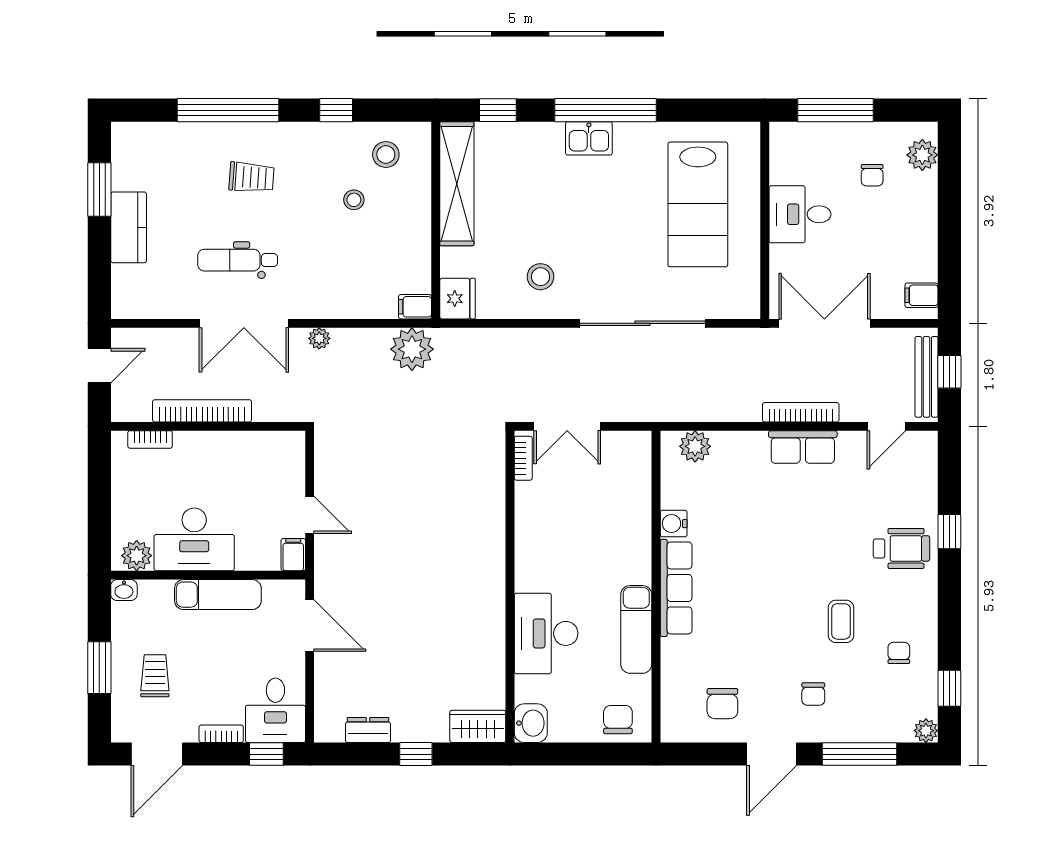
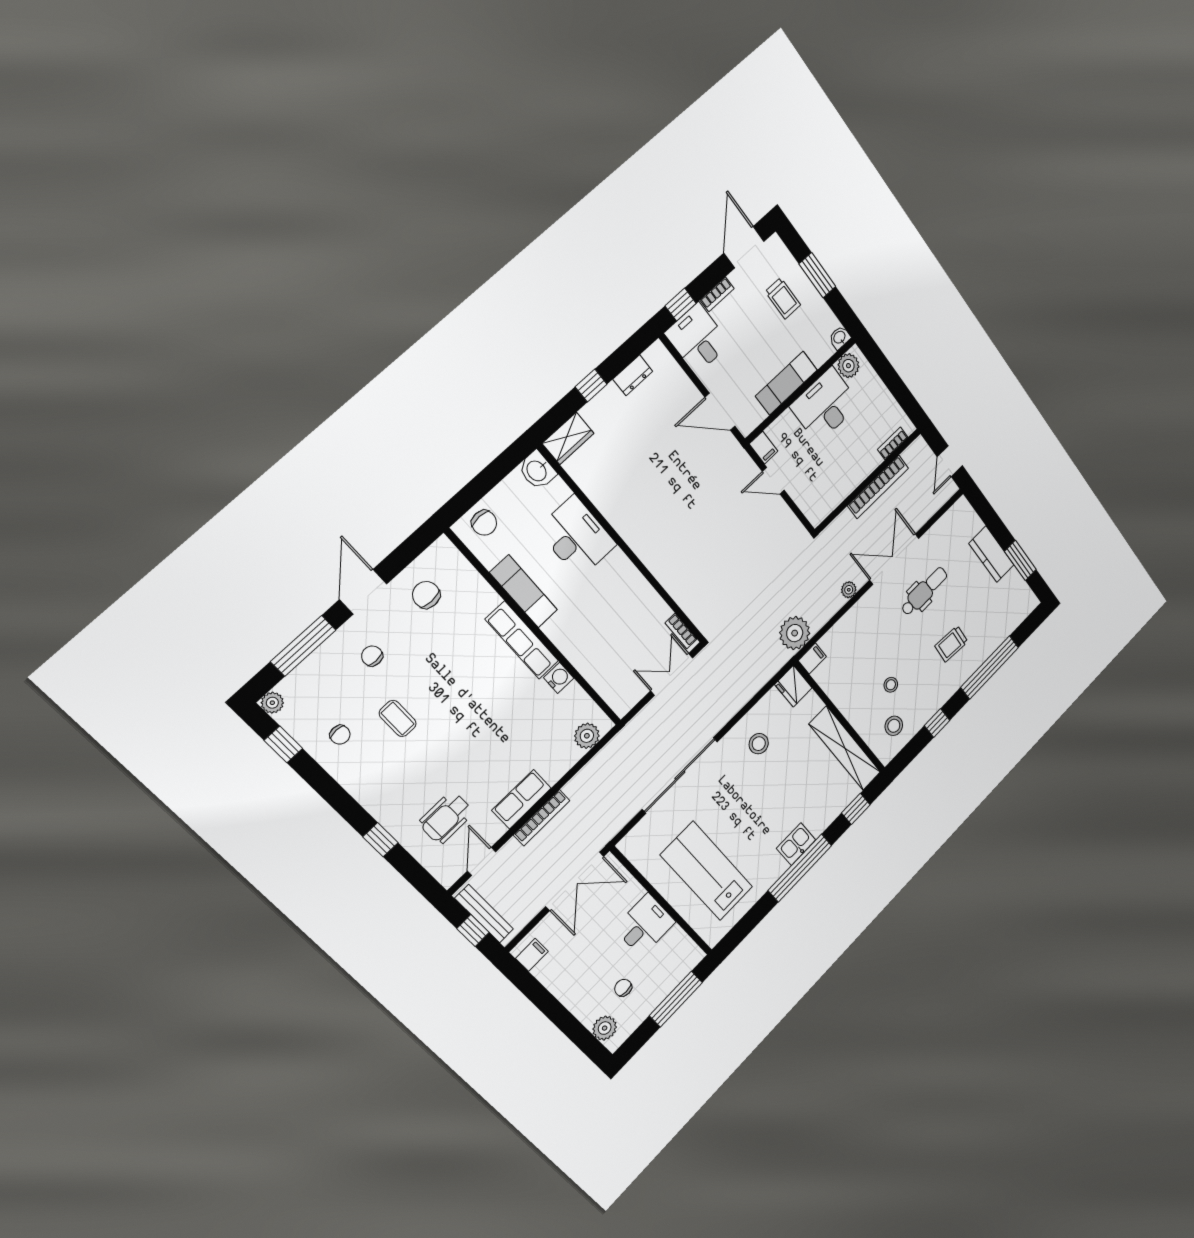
wheelchair: (901, 548) -> (446, 818), moved

